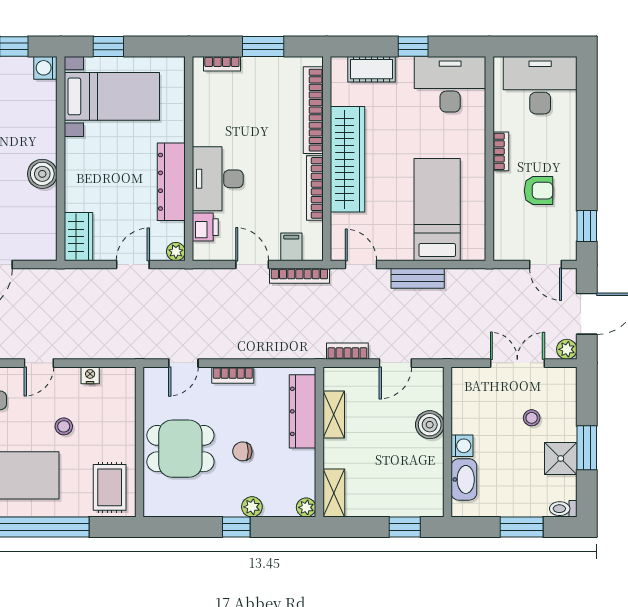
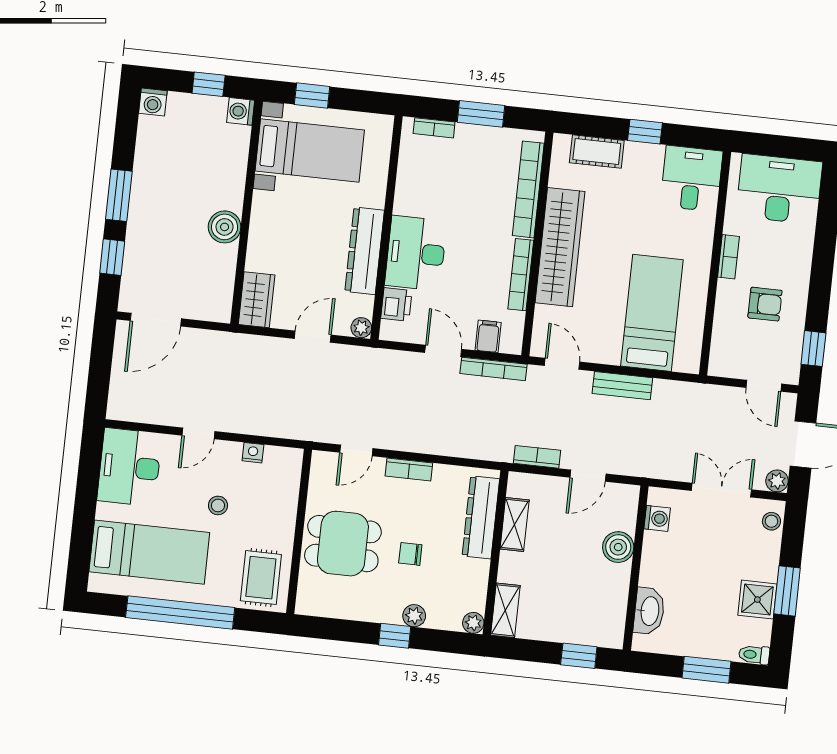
desk: (450, 84) -> (691, 179), width x0.73
stool: (532, 418) -> (771, 521), moved
washing machine: (462, 446) -> (657, 518), moved

